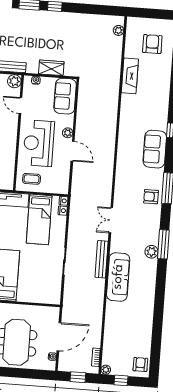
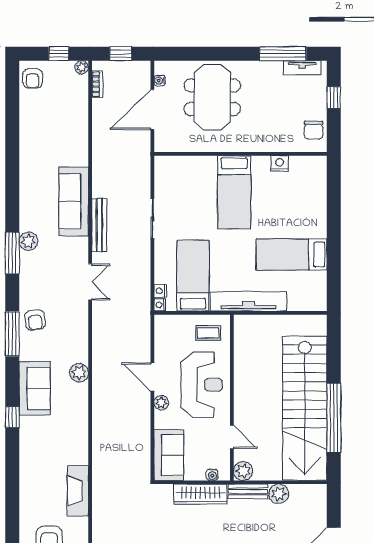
wardrobe: (51, 68) -> (200, 494), width x1.50
plant: (123, 158) -> (79, 373), added
armchair: (151, 197) -> (35, 320), turned 83

